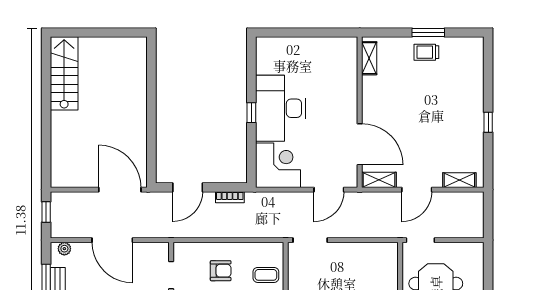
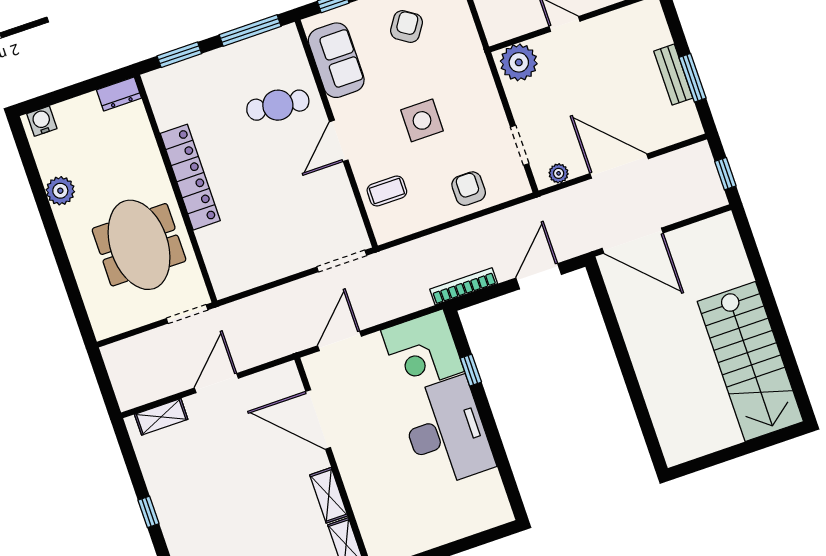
stairs: (64, 73) -> (750, 361), width x1.36, depth x1.51
window: (251, 113) -> (471, 370), moved
shelving: (379, 180) -> (329, 495), moved, turned 90
bookcase: (230, 197) -> (464, 286), width x1.56
plant: (64, 249) -> (559, 173), moved
armchair: (221, 271) -> (469, 189), moved, turned 90

